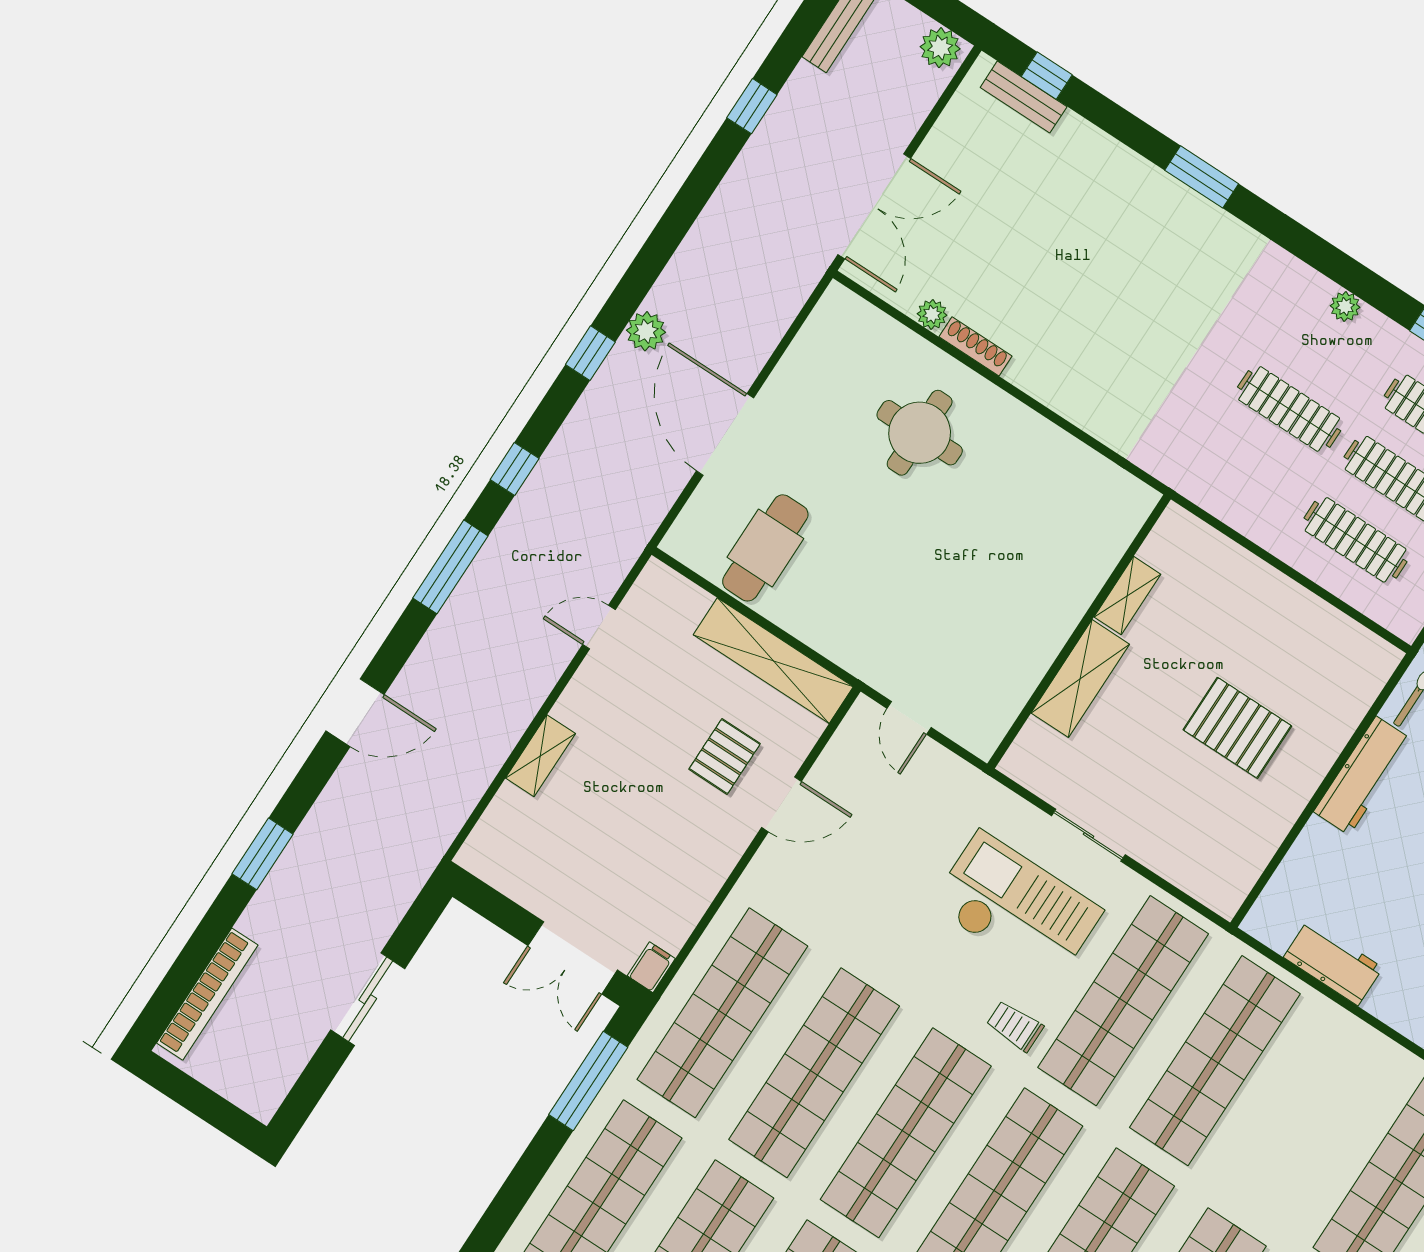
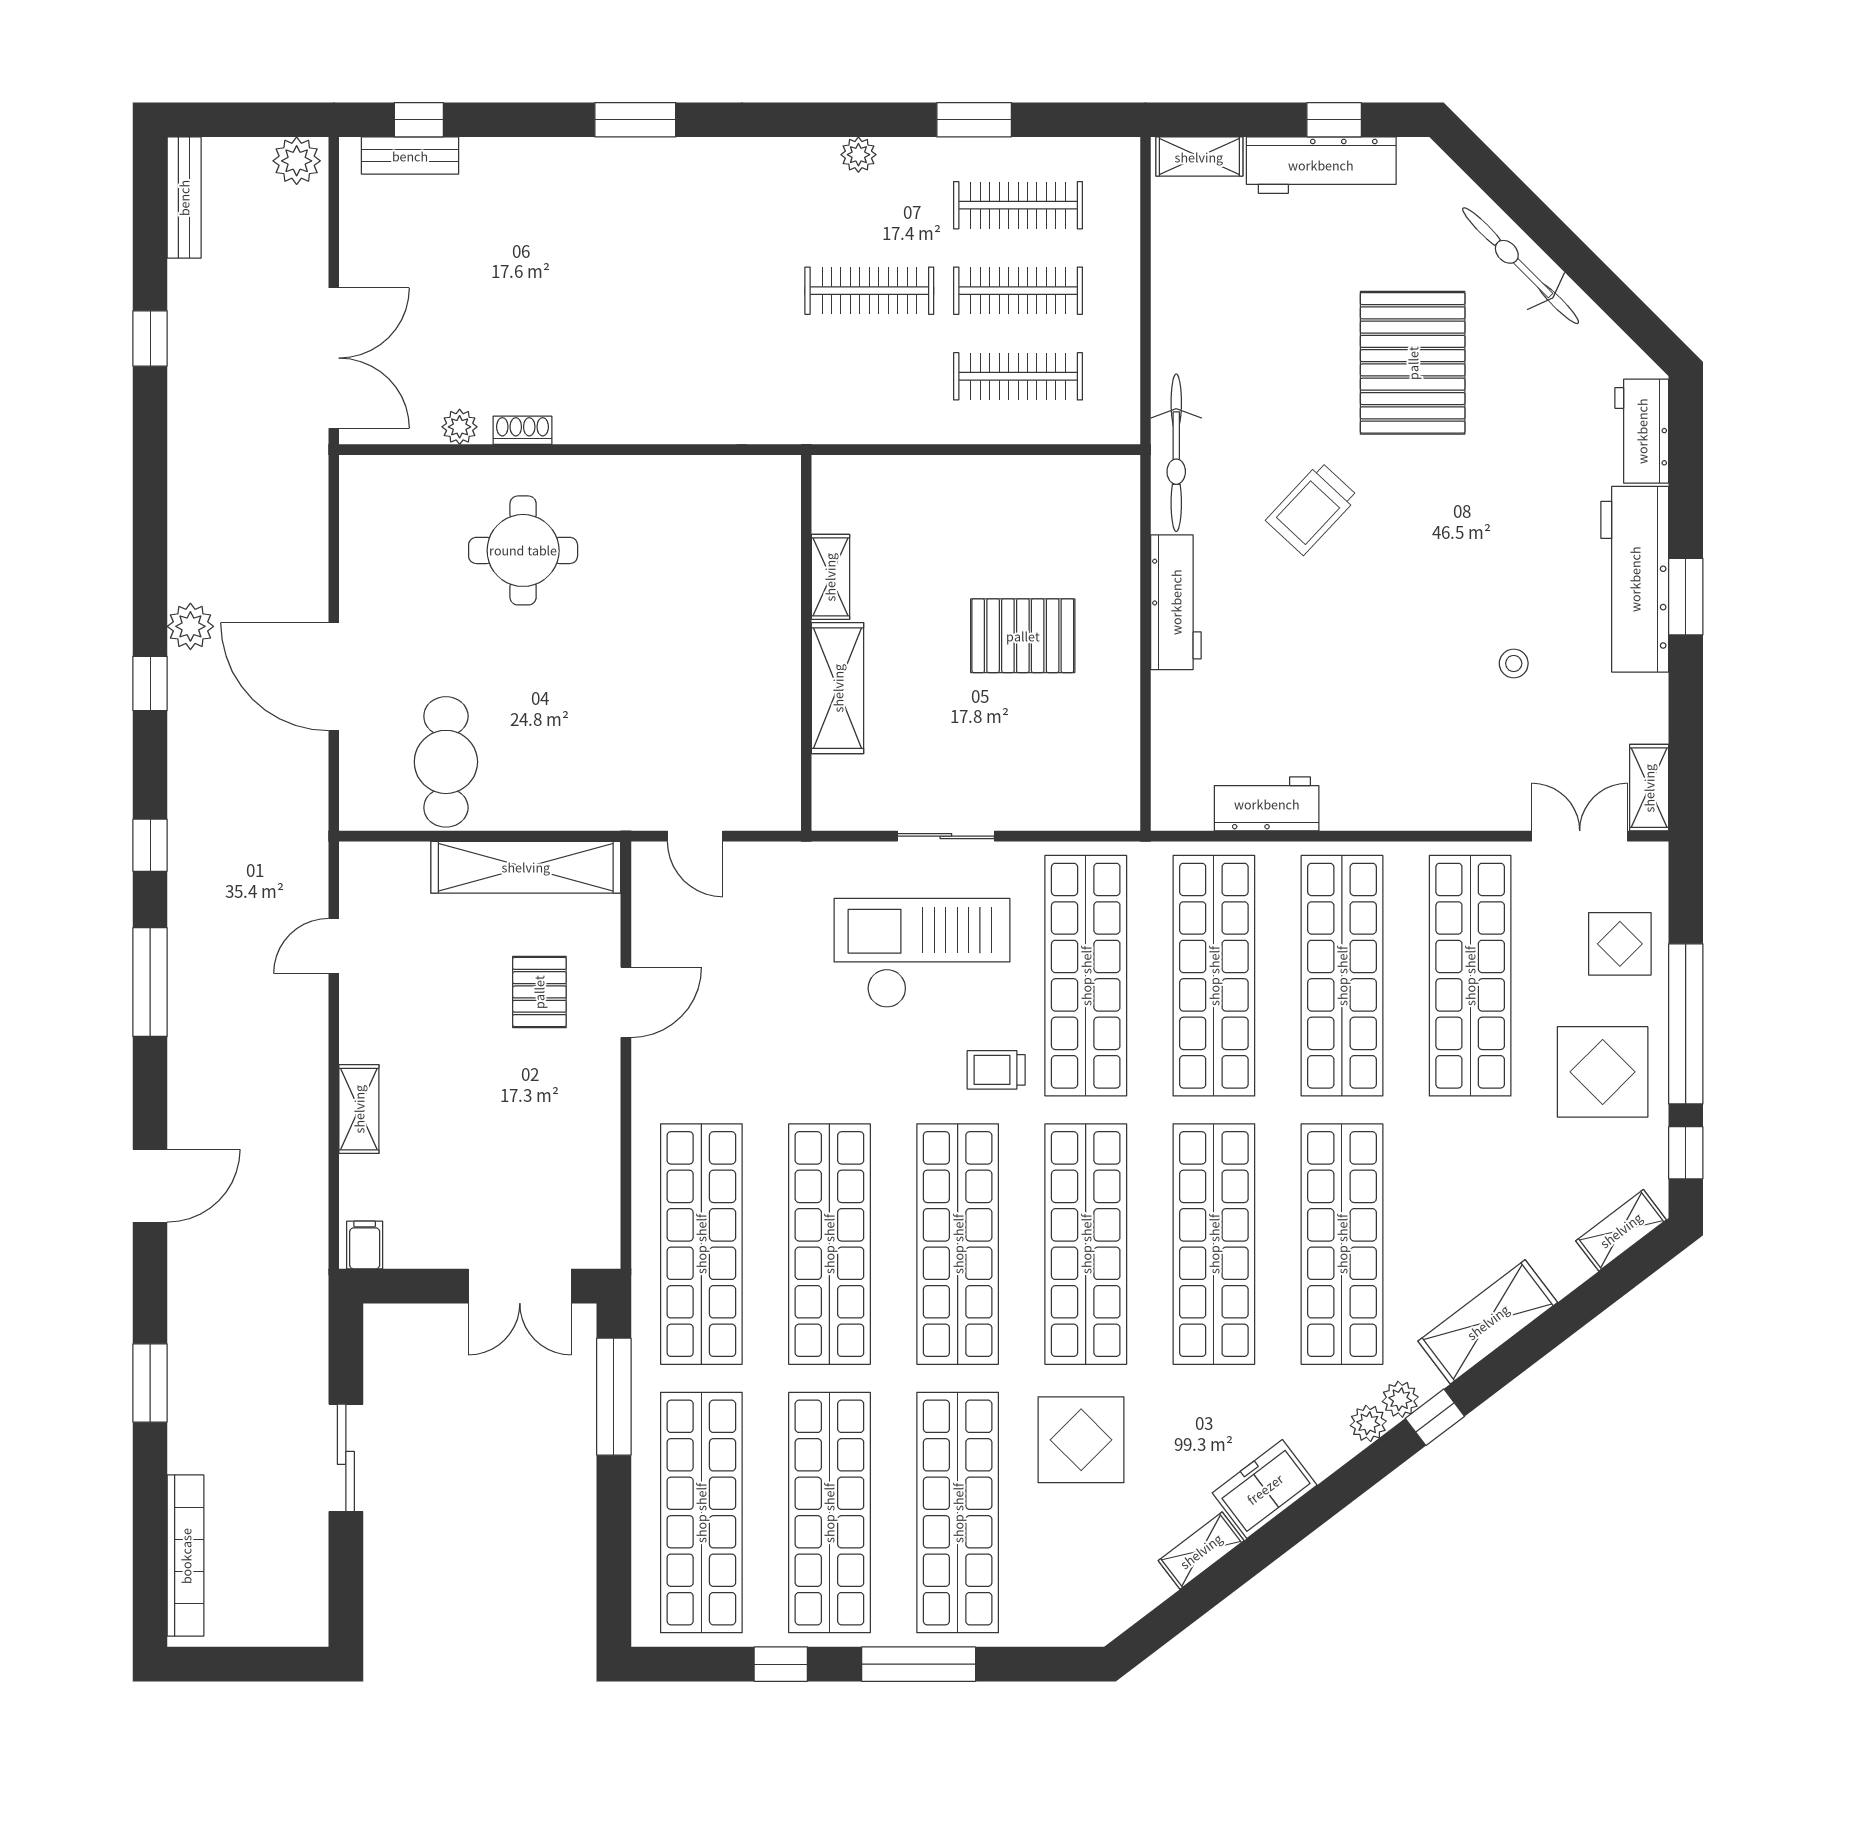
shoe rack: (976, 346) -> (522, 430), width x0.70
filing cabinet: (651, 967) -> (365, 1245), moved
shop shelf: (1307, 1121) -> (1342, 976), added

